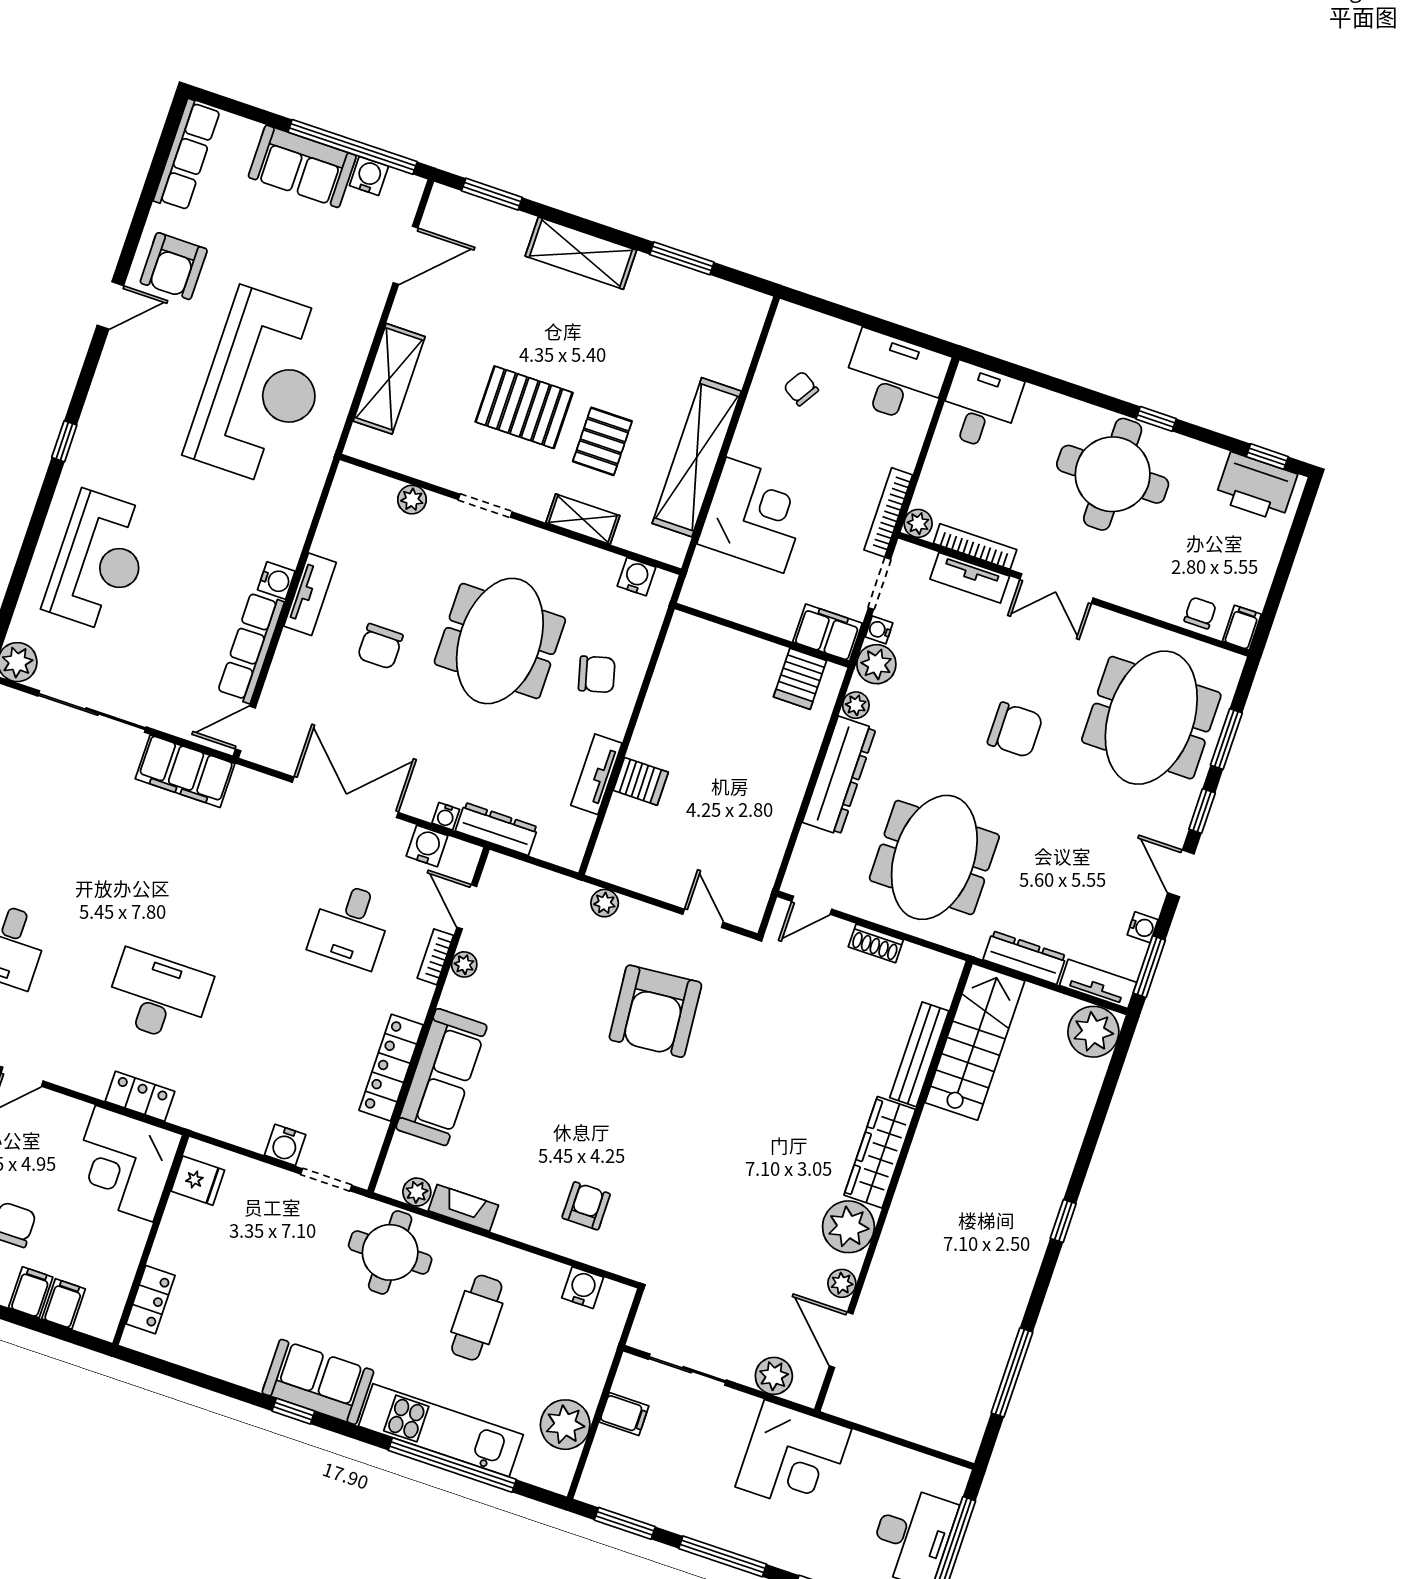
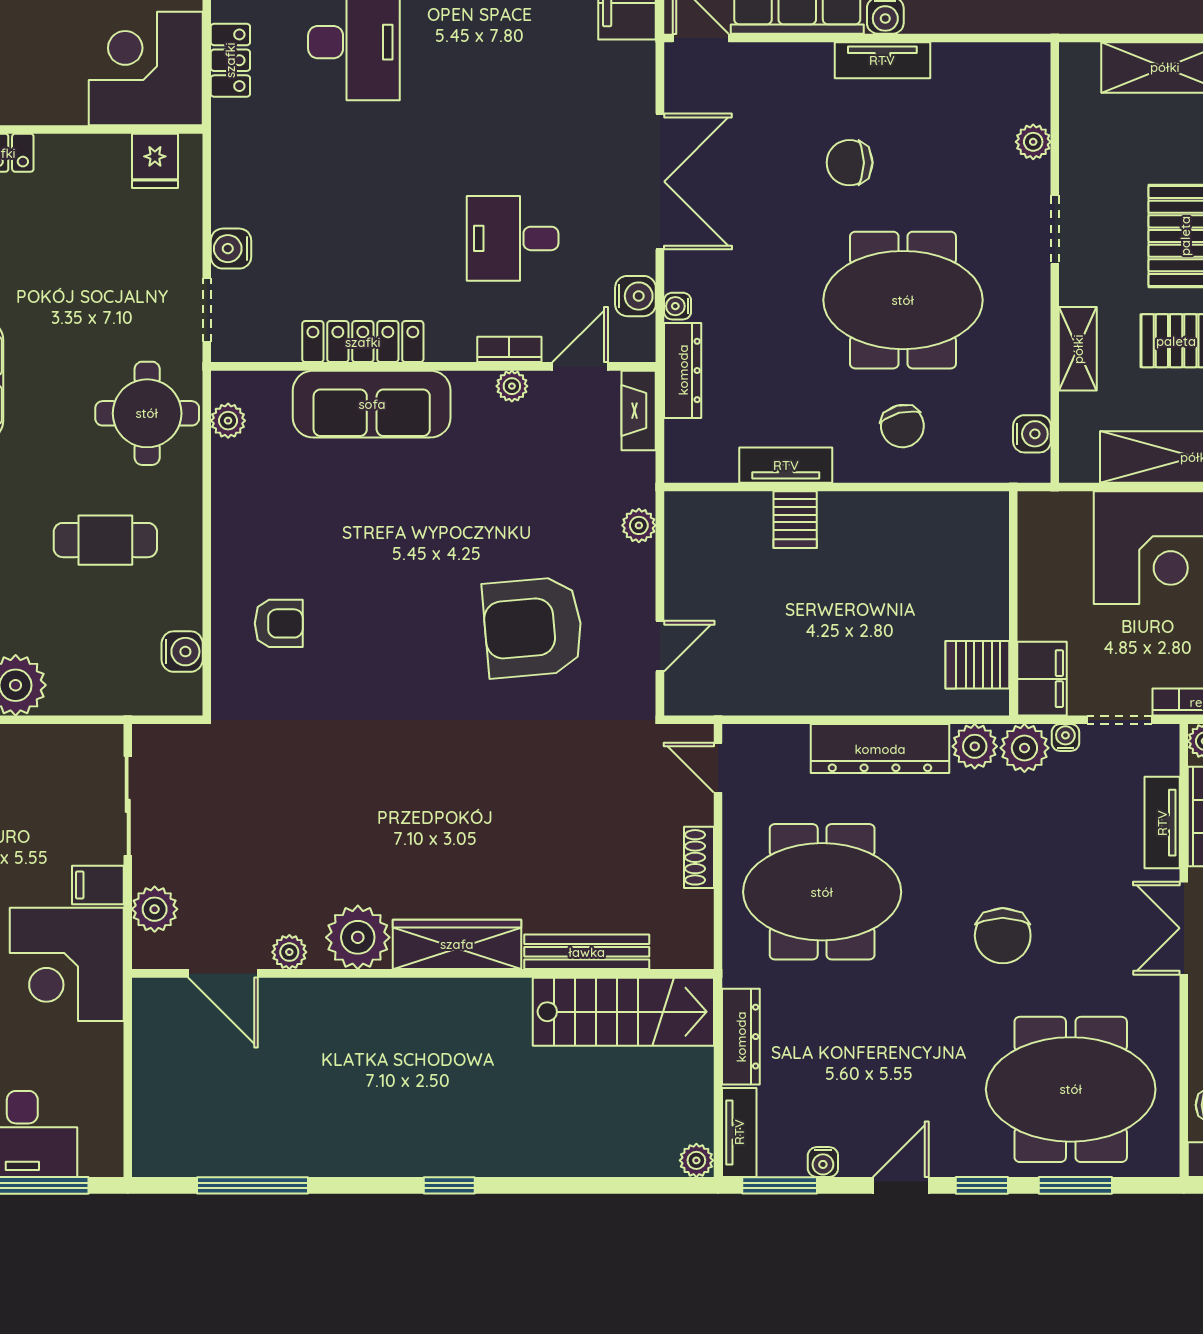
plant: (856, 705) -> (975, 746), width x1.38, depth x1.38
plant: (1093, 1032) -> (696, 1160), width x0.53, depth x0.53
fireplace: (463, 1208) -> (639, 411), moved, turned 180
door: (841, 1340) -> (223, 973), swing flipped
filing cabinet: (624, 1414) -> (98, 885), moved, turned 90

